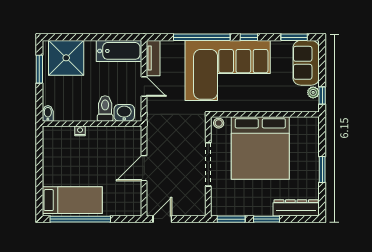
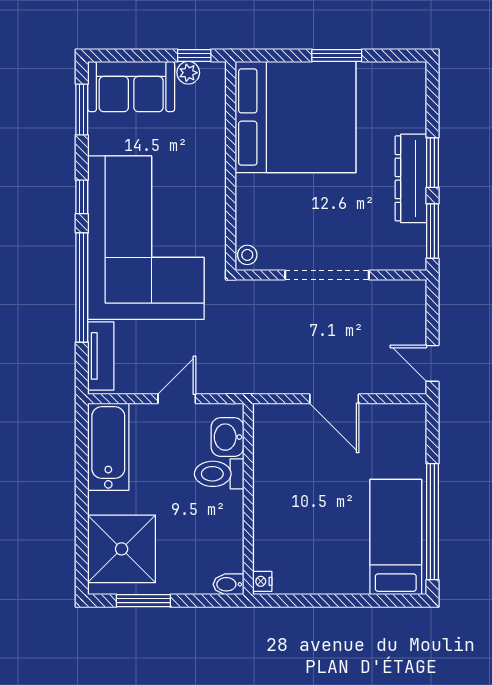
tv unit: (153, 58) -> (101, 356), moved, turned 90
nightstand: (80, 131) -> (262, 581), moved
bed: (260, 148) -> (295, 117), moved
dresser: (296, 208) -> (411, 178), moved

